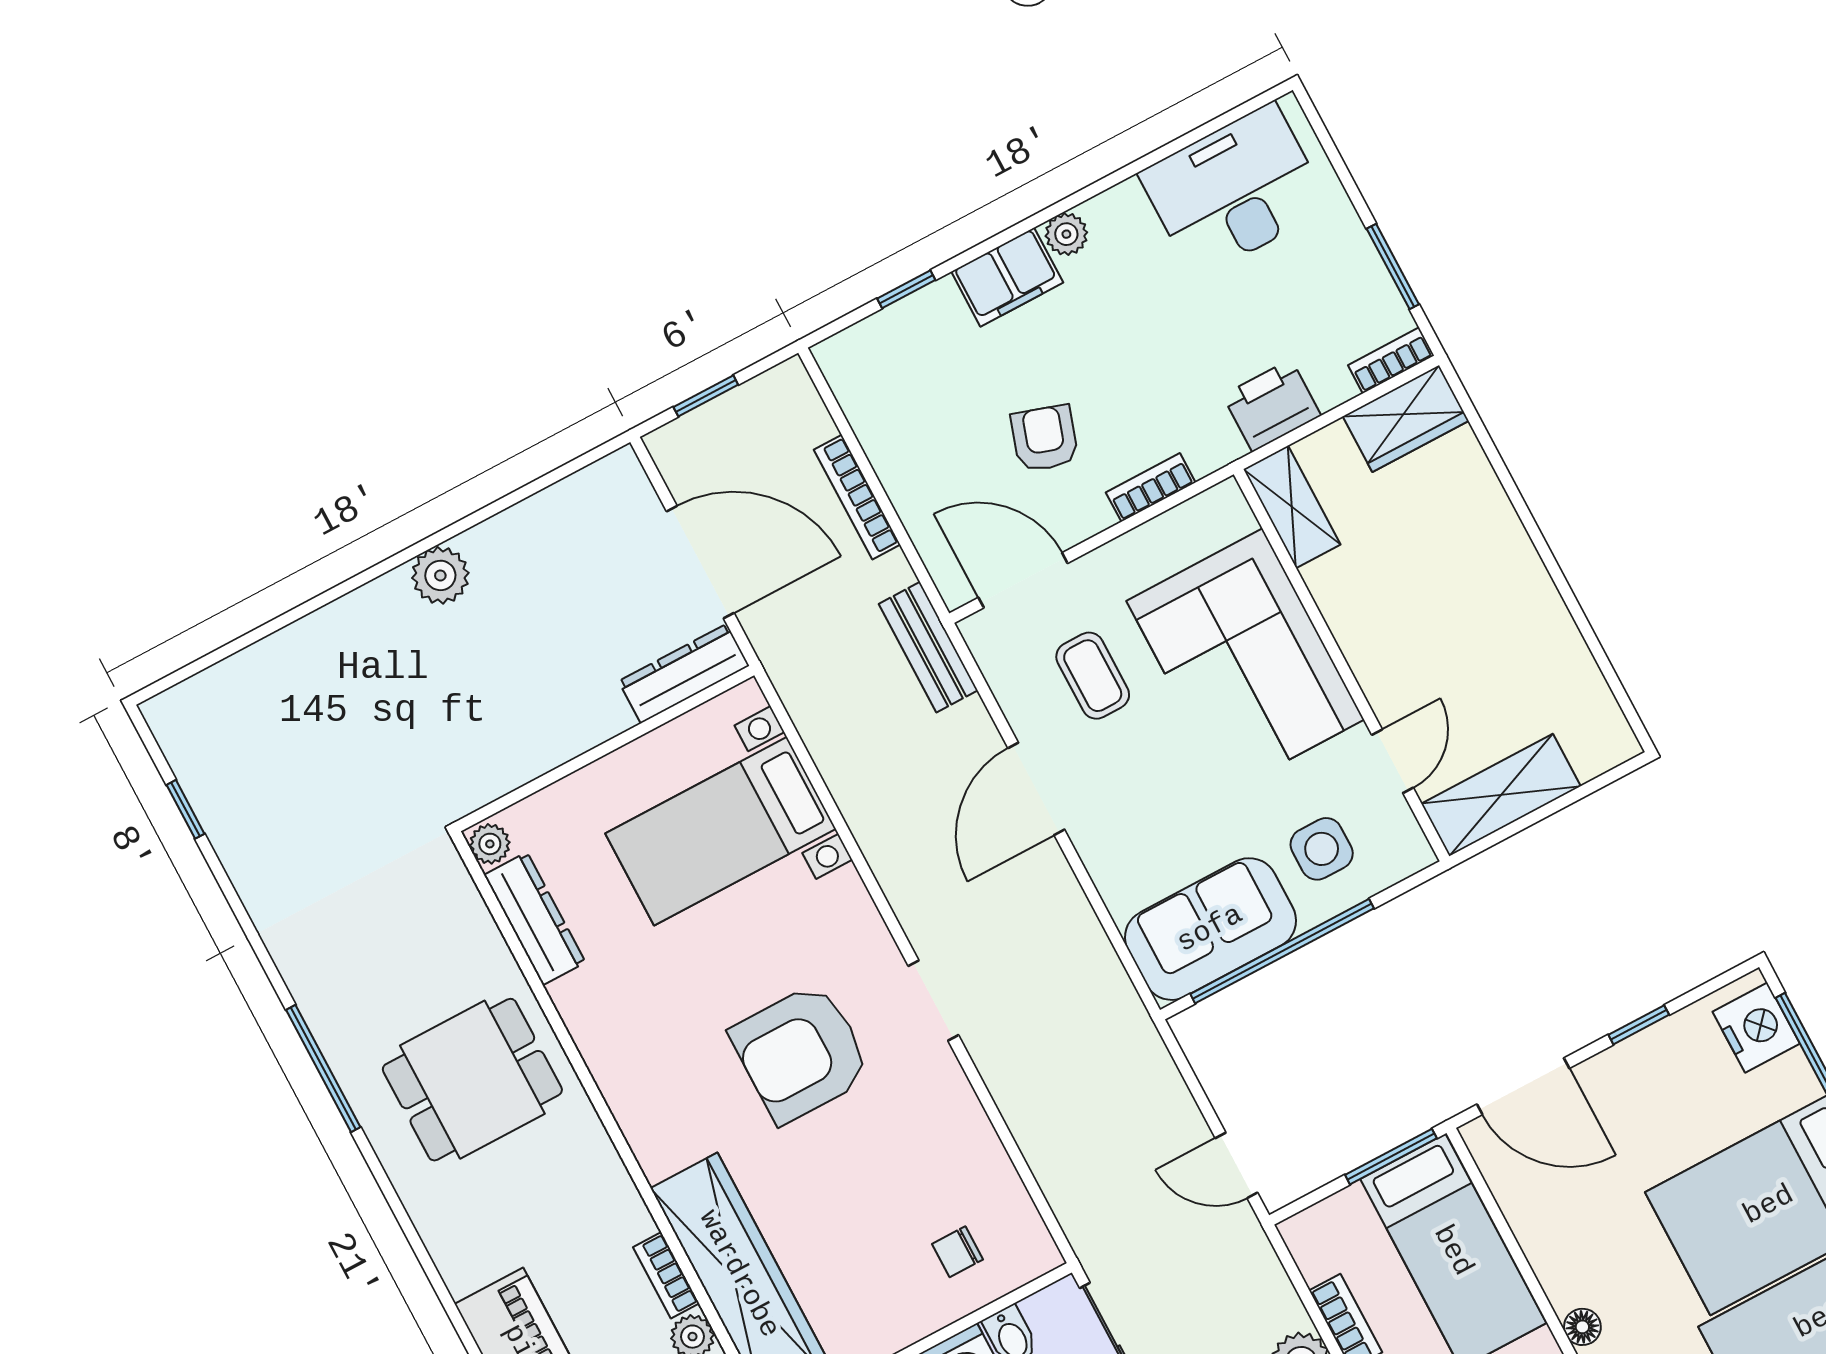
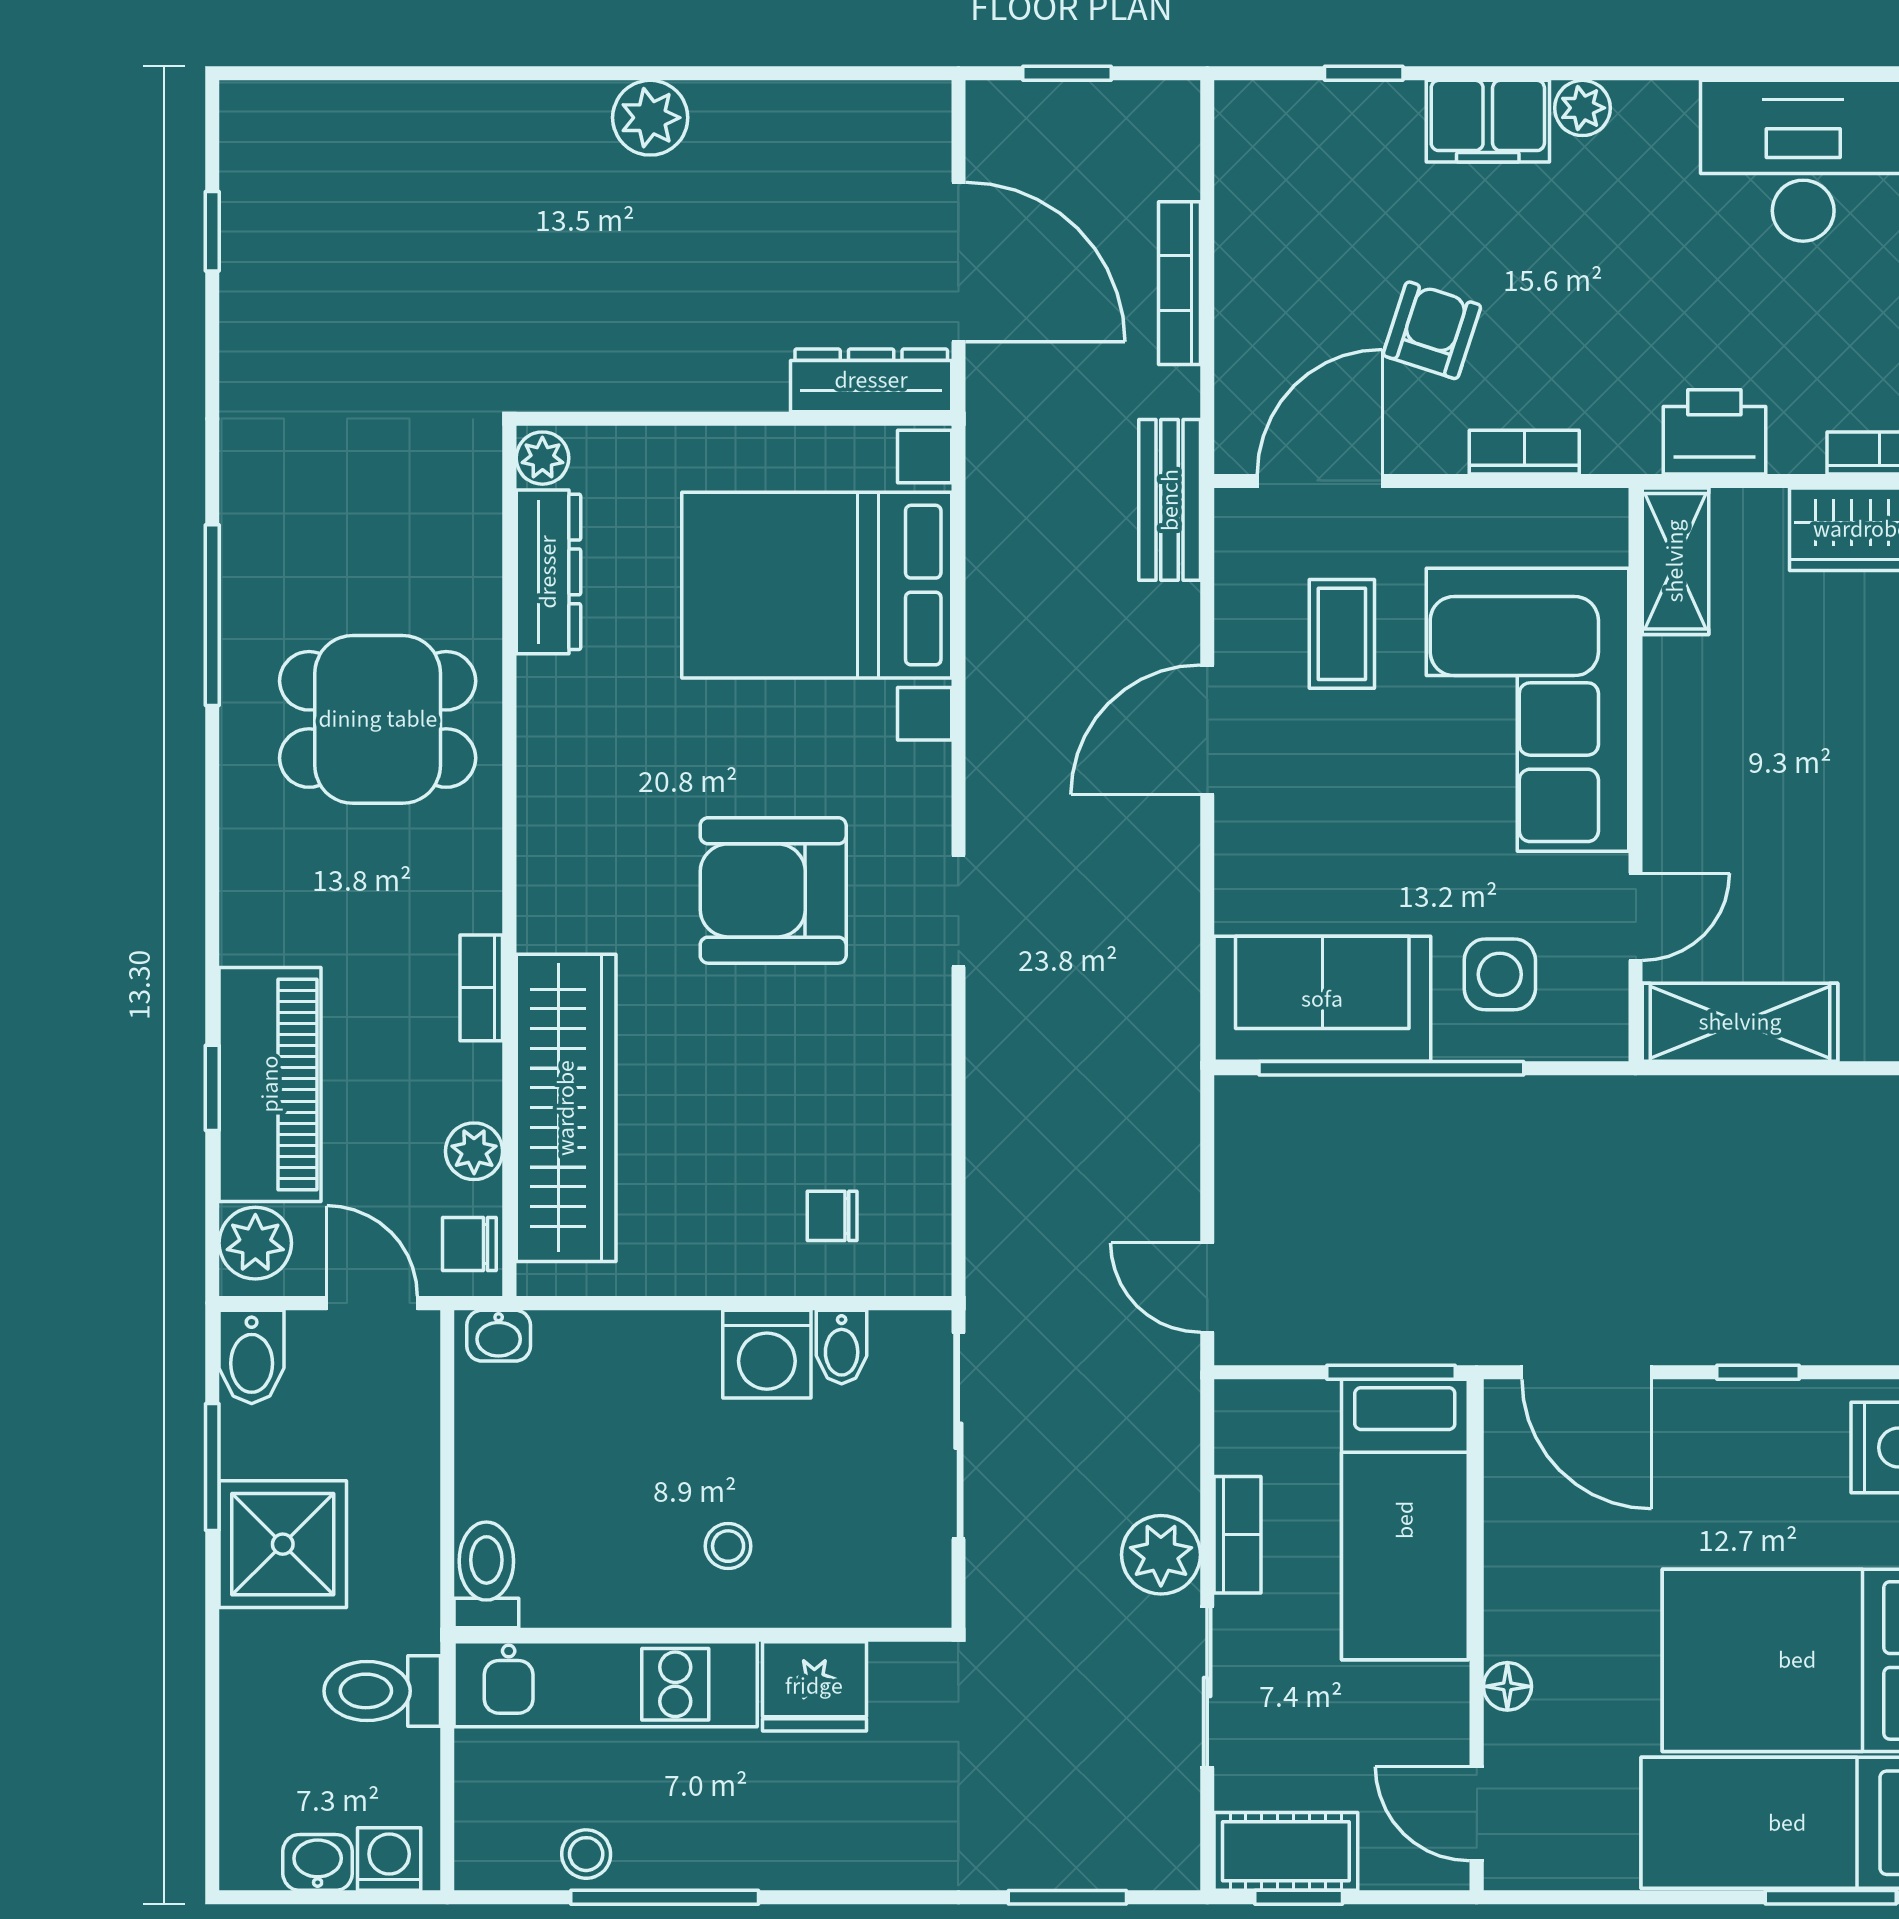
door: (1023, 580) -> (1320, 481), hinge flipped
bed with nightstands: (721, 831) -> (817, 585), width x1.36
bookcase: (666, 1275) -> (481, 988), moved

